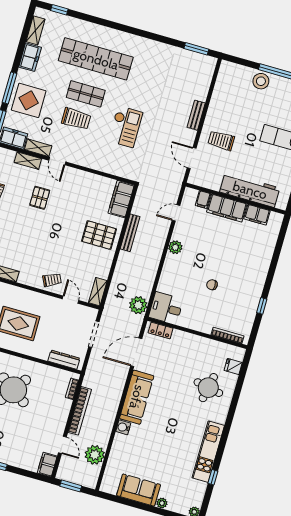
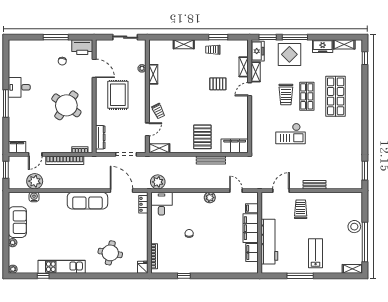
shop shelf: (96, 59) -> (336, 96), width x0.71
fridge: (233, 367) -> (143, 267), moved
water cooler: (123, 427) -> (34, 197), moved

